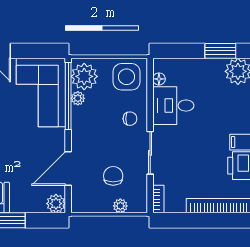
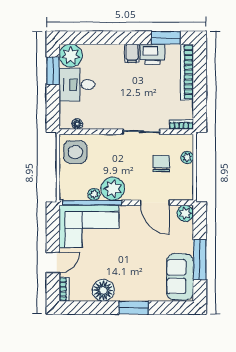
plant: (84, 76) -> (113, 189), moved
desk: (173, 106) -> (77, 85), moved, turned 90
chair: (130, 119) -> (112, 149), removed
chair: (113, 176) -> (161, 164), turned 90

